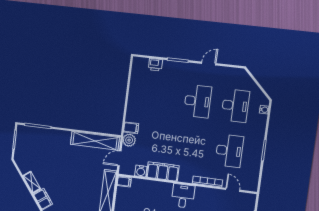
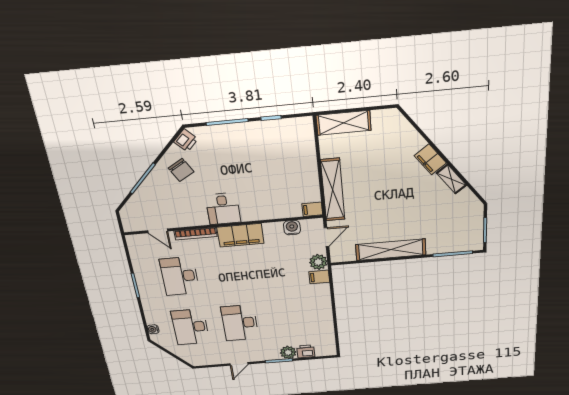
plant: (169, 66) -> (288, 352), added
shelving: (95, 141) -> (391, 250), moved
filing cabinet: (163, 171) -> (240, 235), moved

